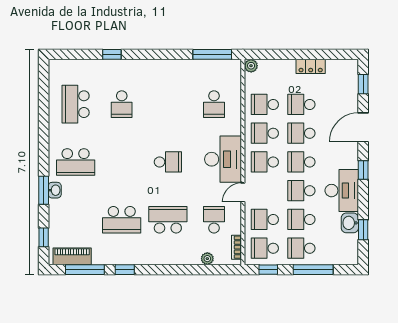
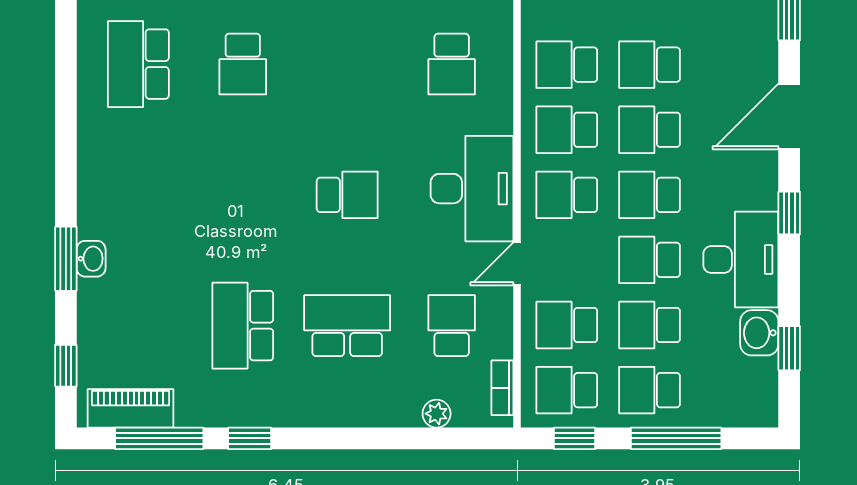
school desk: (76, 162) -> (138, 195), removed
school desk: (122, 220) -> (243, 326), turned 90

